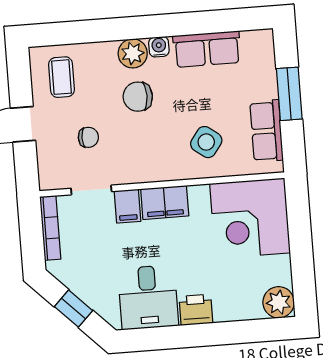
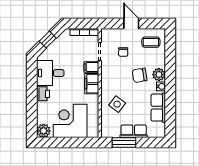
window: (289, 94) -> (124, 143), moved
chair: (138, 97) -> (140, 75), turned -99
row of seats: (266, 131) -> (134, 131), moved
corner desk: (250, 218) -> (70, 121), moved

